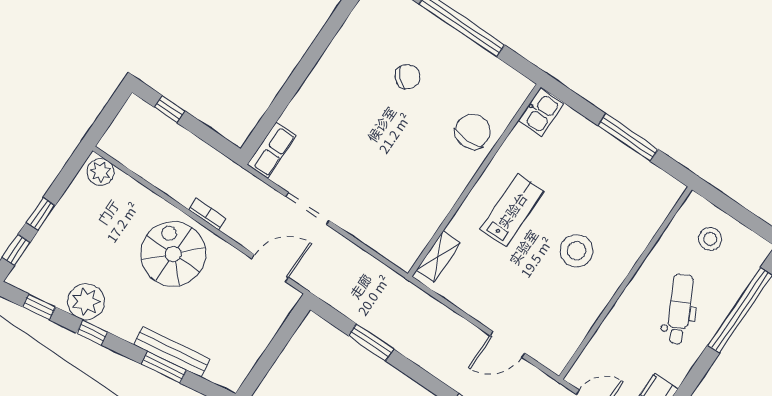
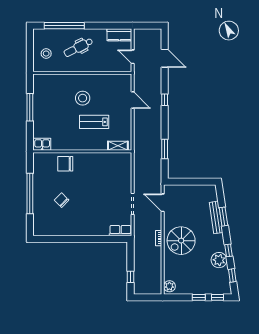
lab bench: (512, 210) -> (94, 122), moved

